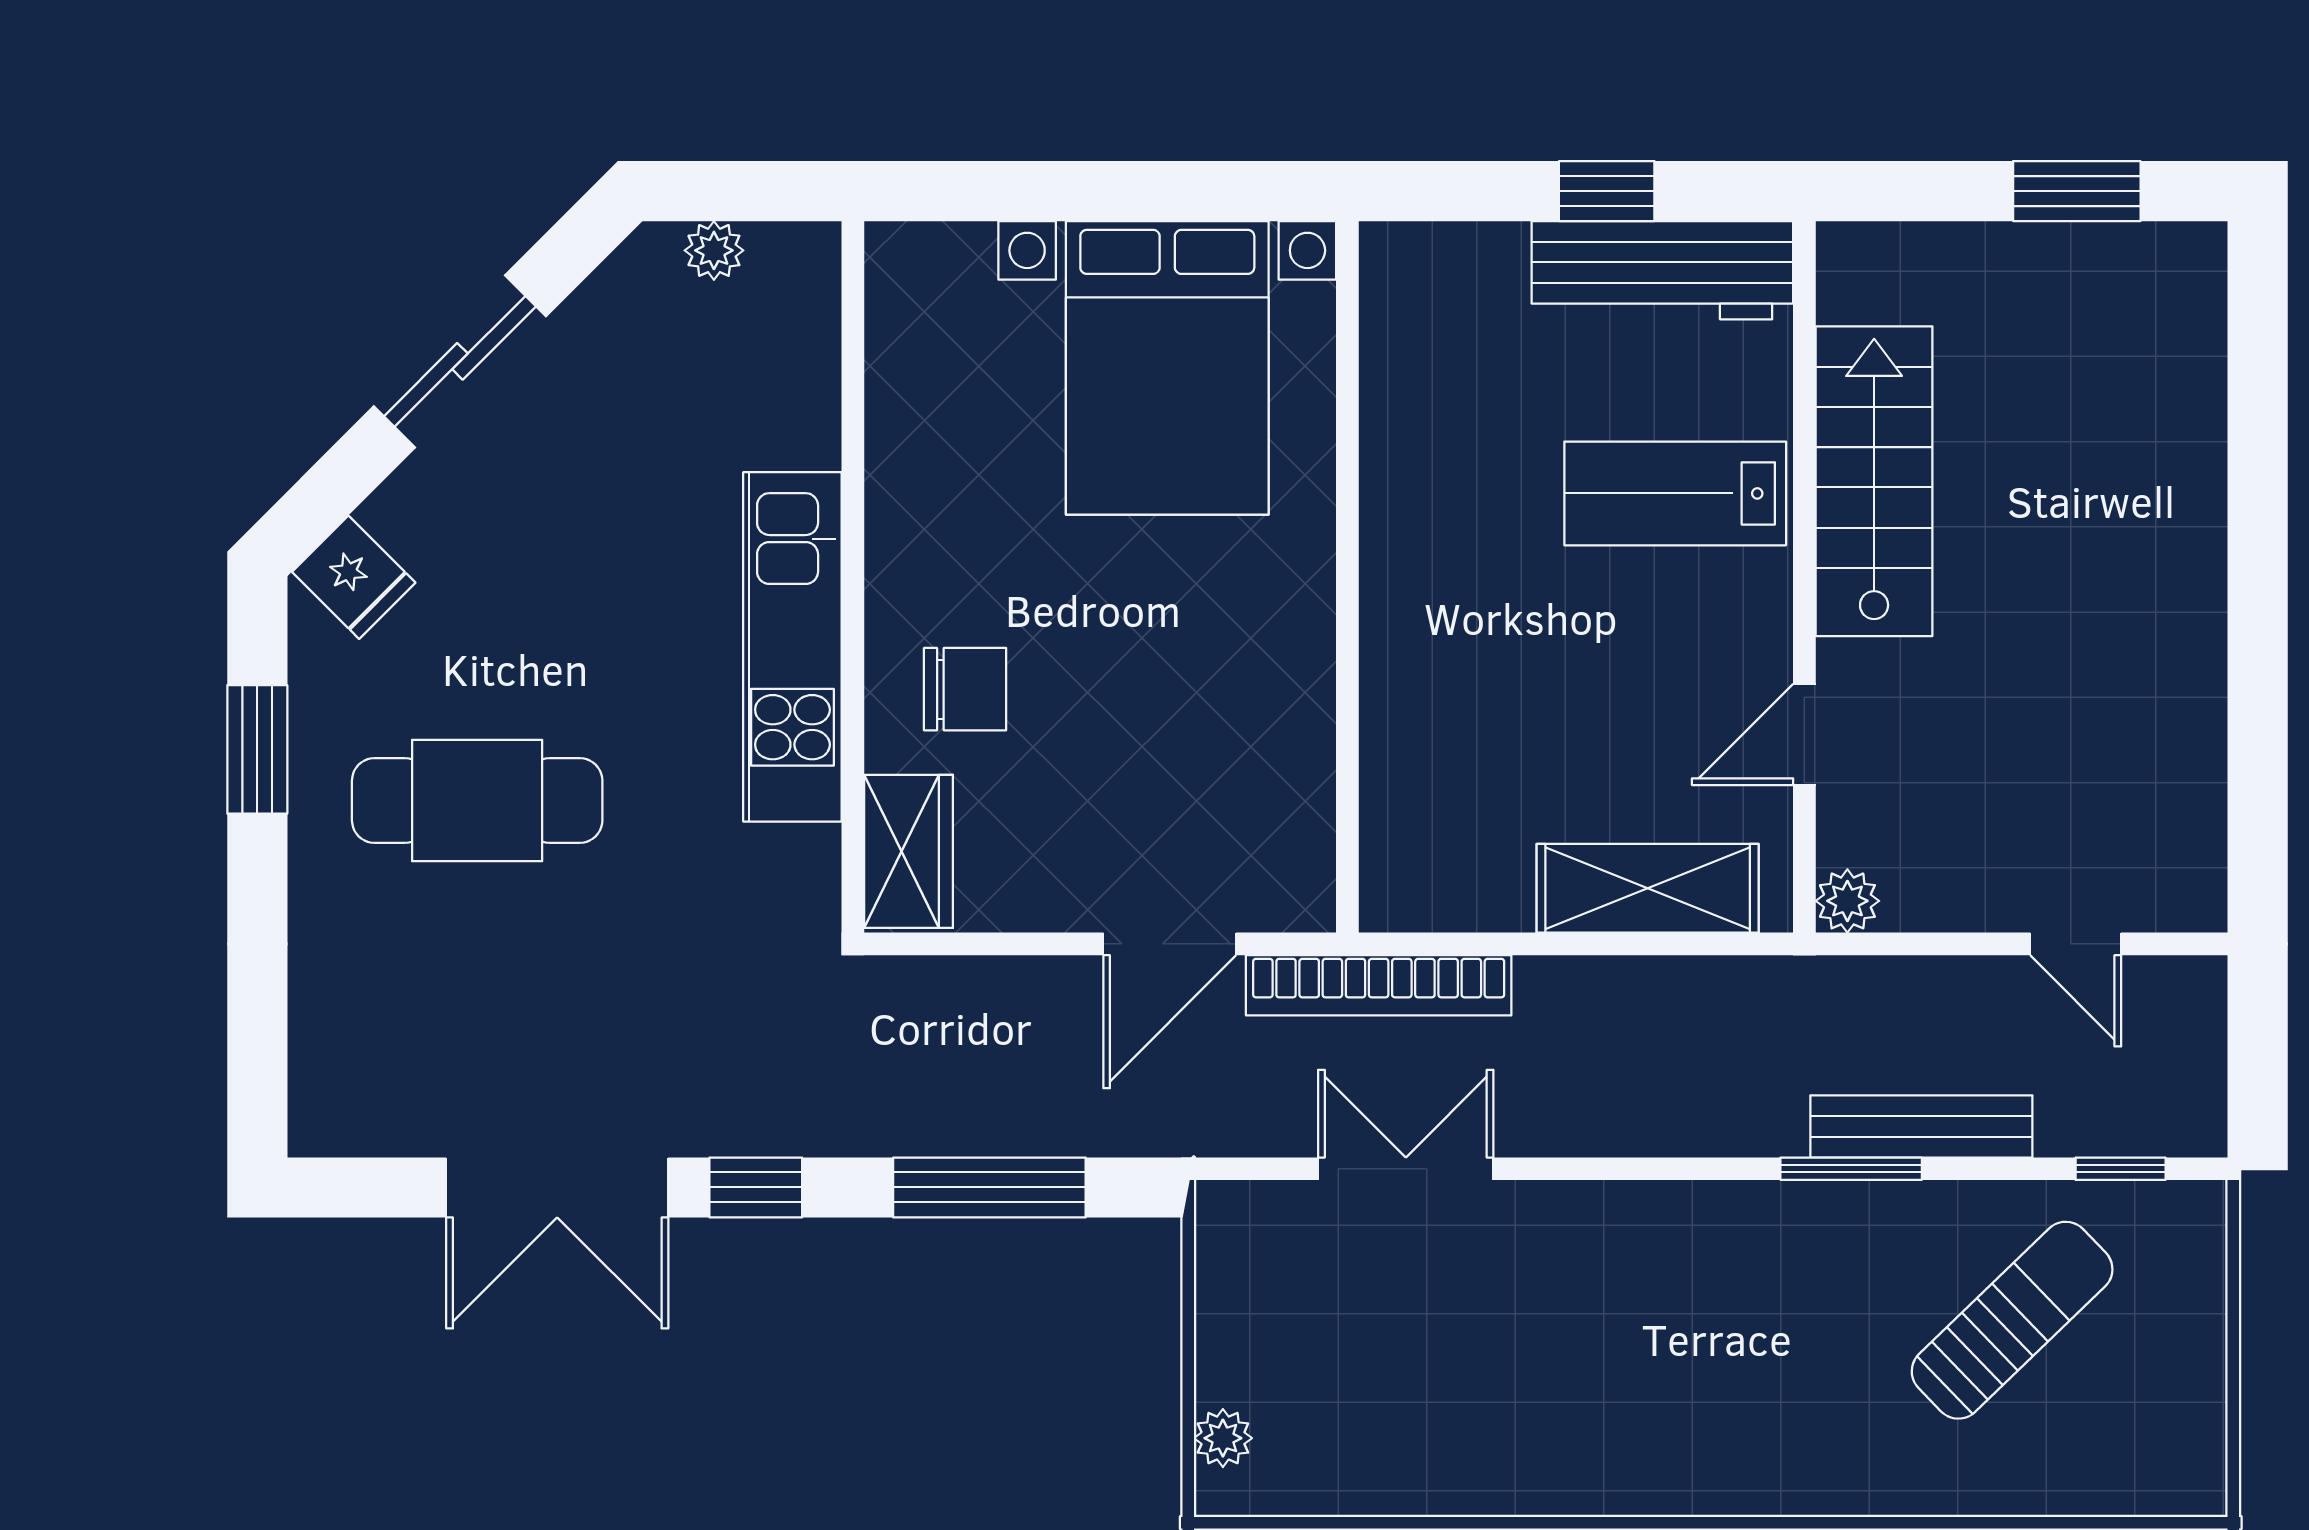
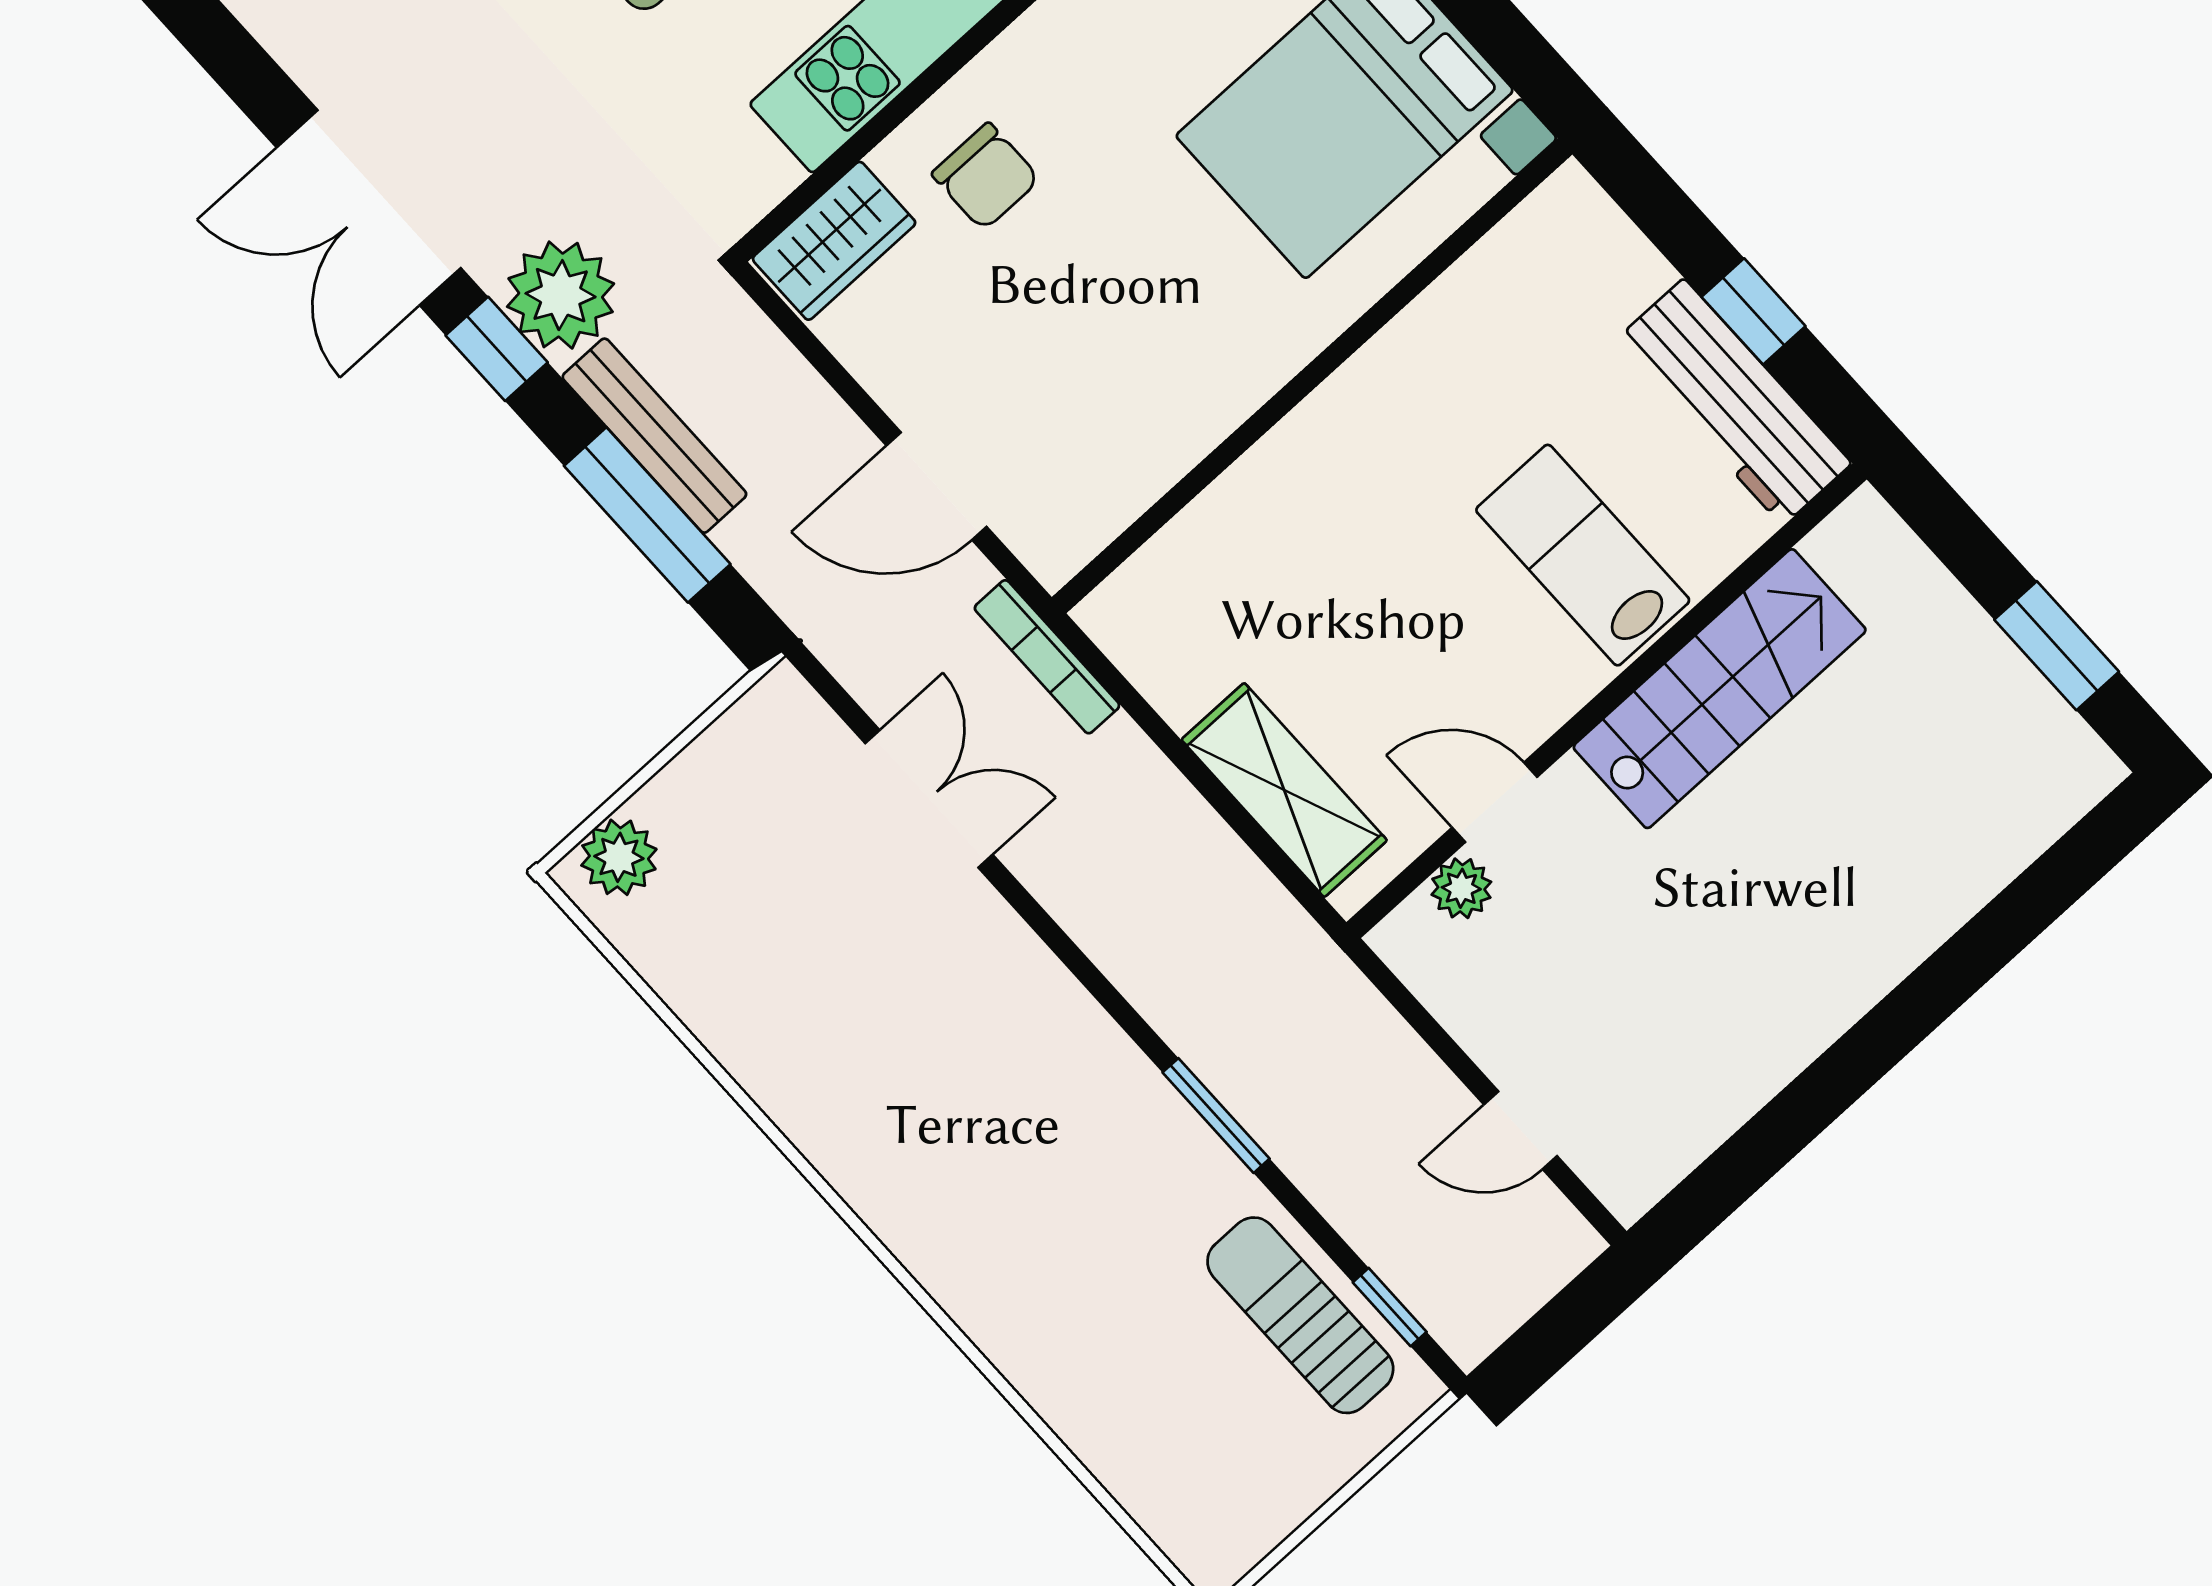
plant: (1847, 901) -> (1461, 888), moved
door: (2076, 944) -> (1521, 1130), hinge flipped
bookcase: (1379, 985) -> (1047, 657), width x0.68, depth x0.76
plant: (759, 1100) -> (561, 295), added
bench: (1921, 1126) -> (654, 436), moved
sun lounger: (2012, 1320) -> (1300, 1315), moved, turned -136
plant: (1223, 1438) -> (619, 857), width x1.38, depth x1.38

